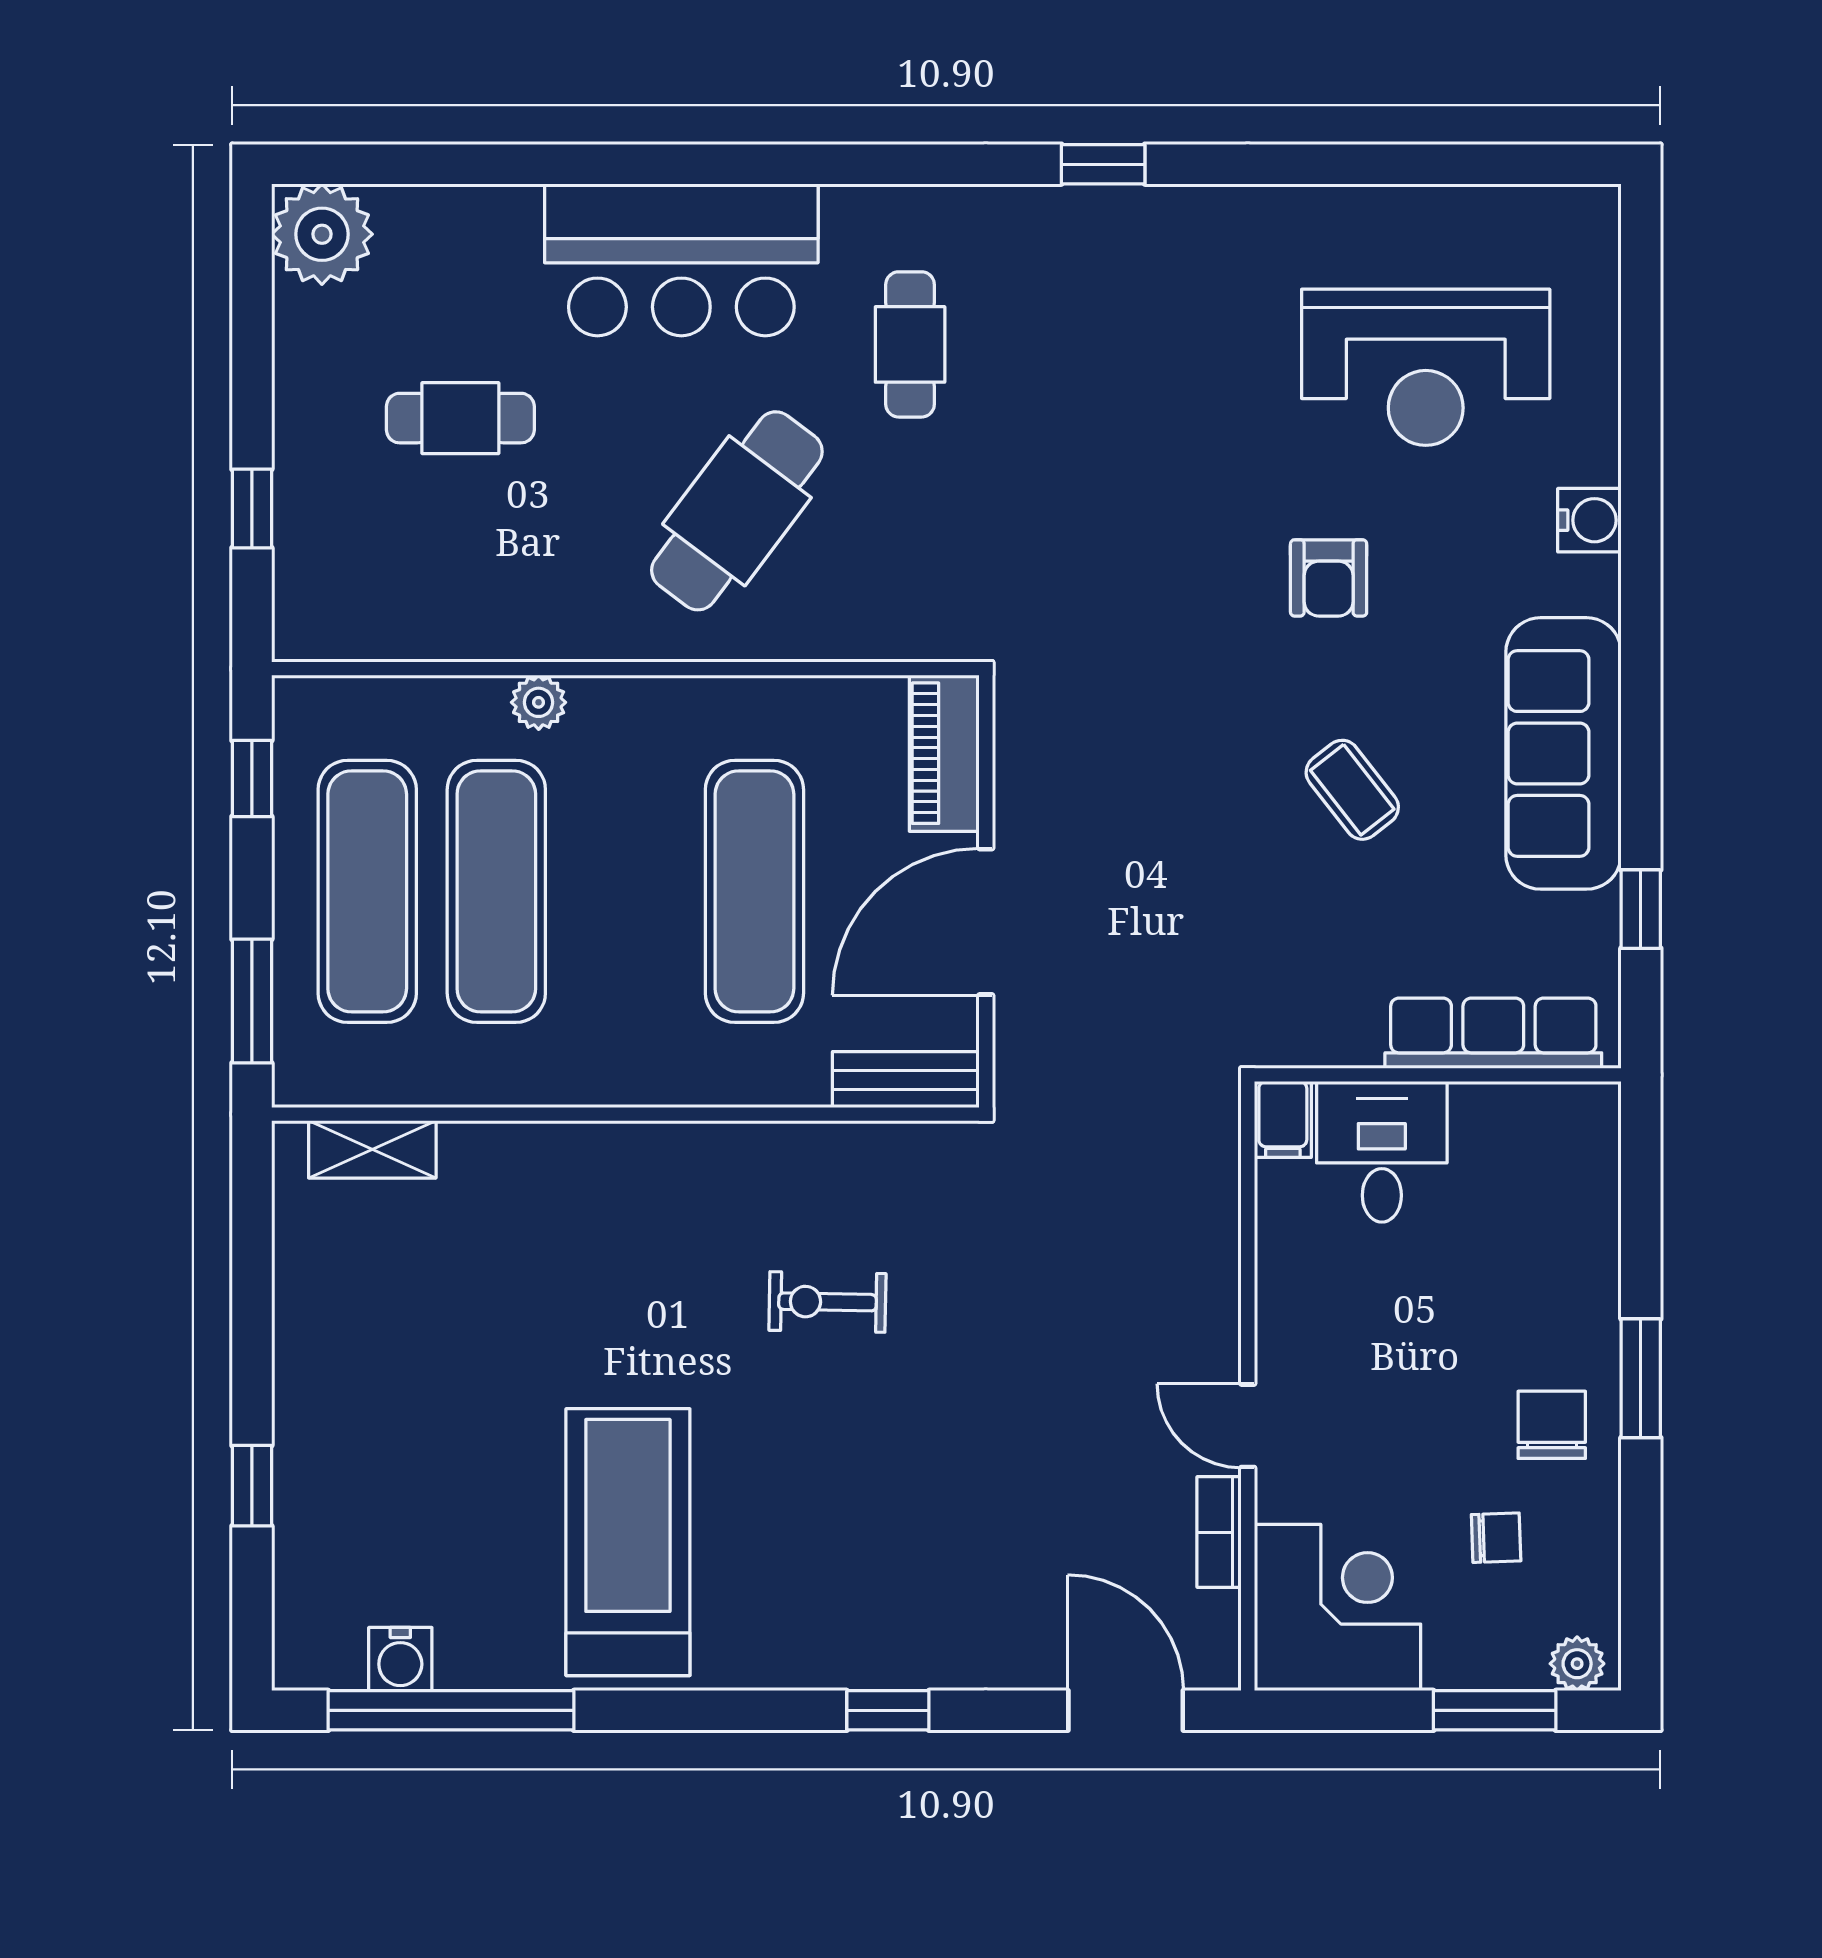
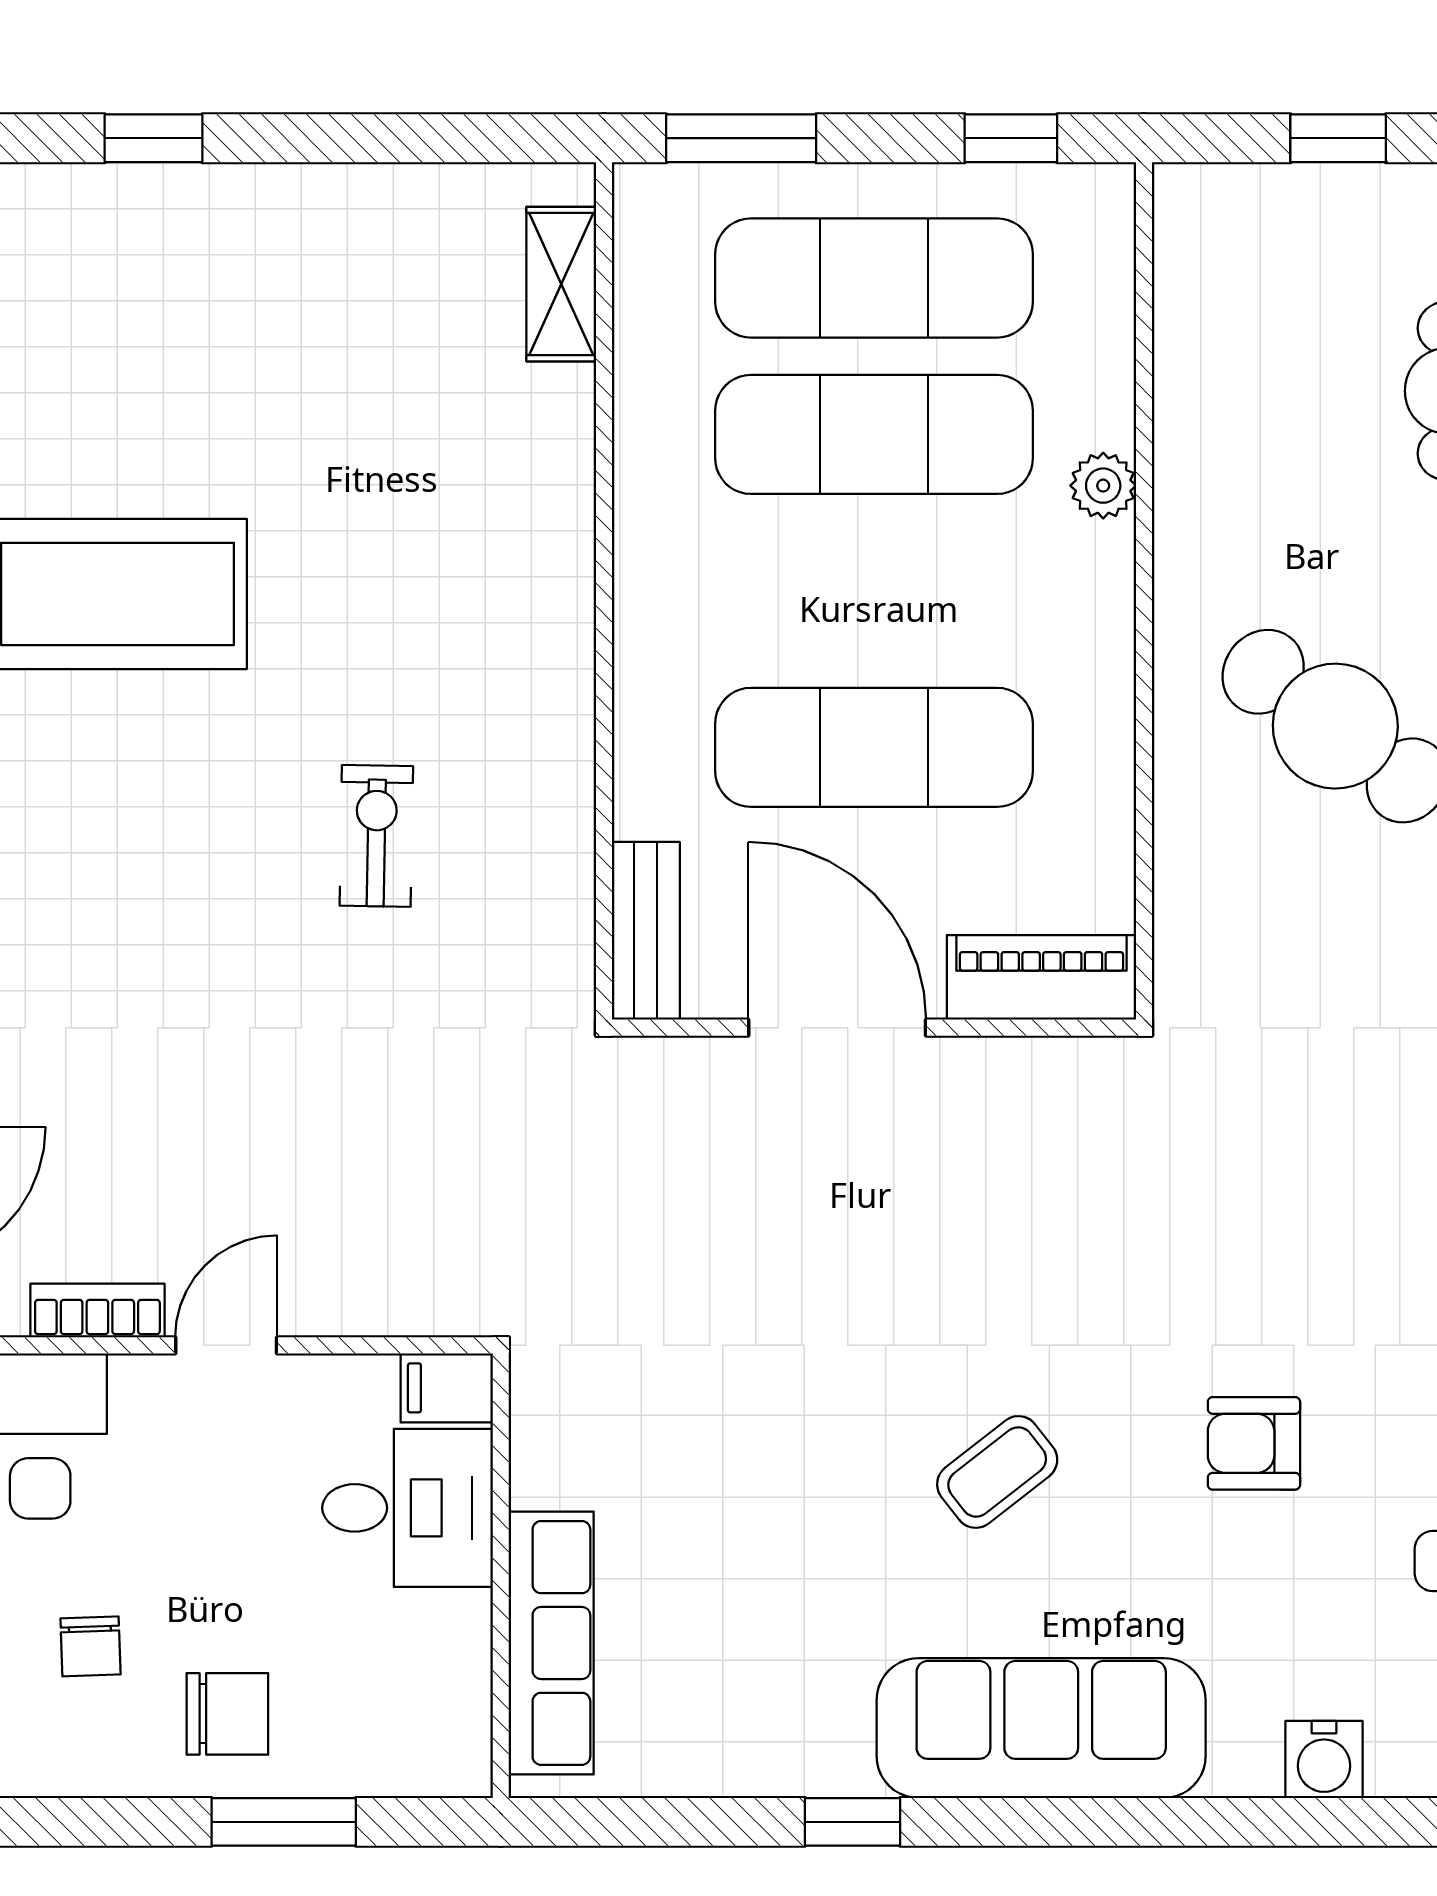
row of seats: (1493, 1033) -> (551, 1643), moved
wall: (1438, 1075) -> (501, 1576), moved
filing cabinet: (1283, 1119) -> (447, 1388), moved
desk: (1382, 1152) -> (408, 1508), moved

